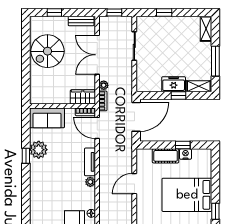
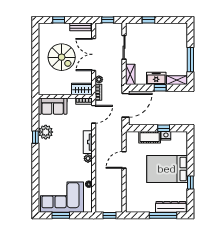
shelving: (206, 29) -> (130, 74), moved
spiral stairs: (47, 51) -> (62, 57), moved, turned -90
door: (97, 128) -> (94, 114), swing flipped

